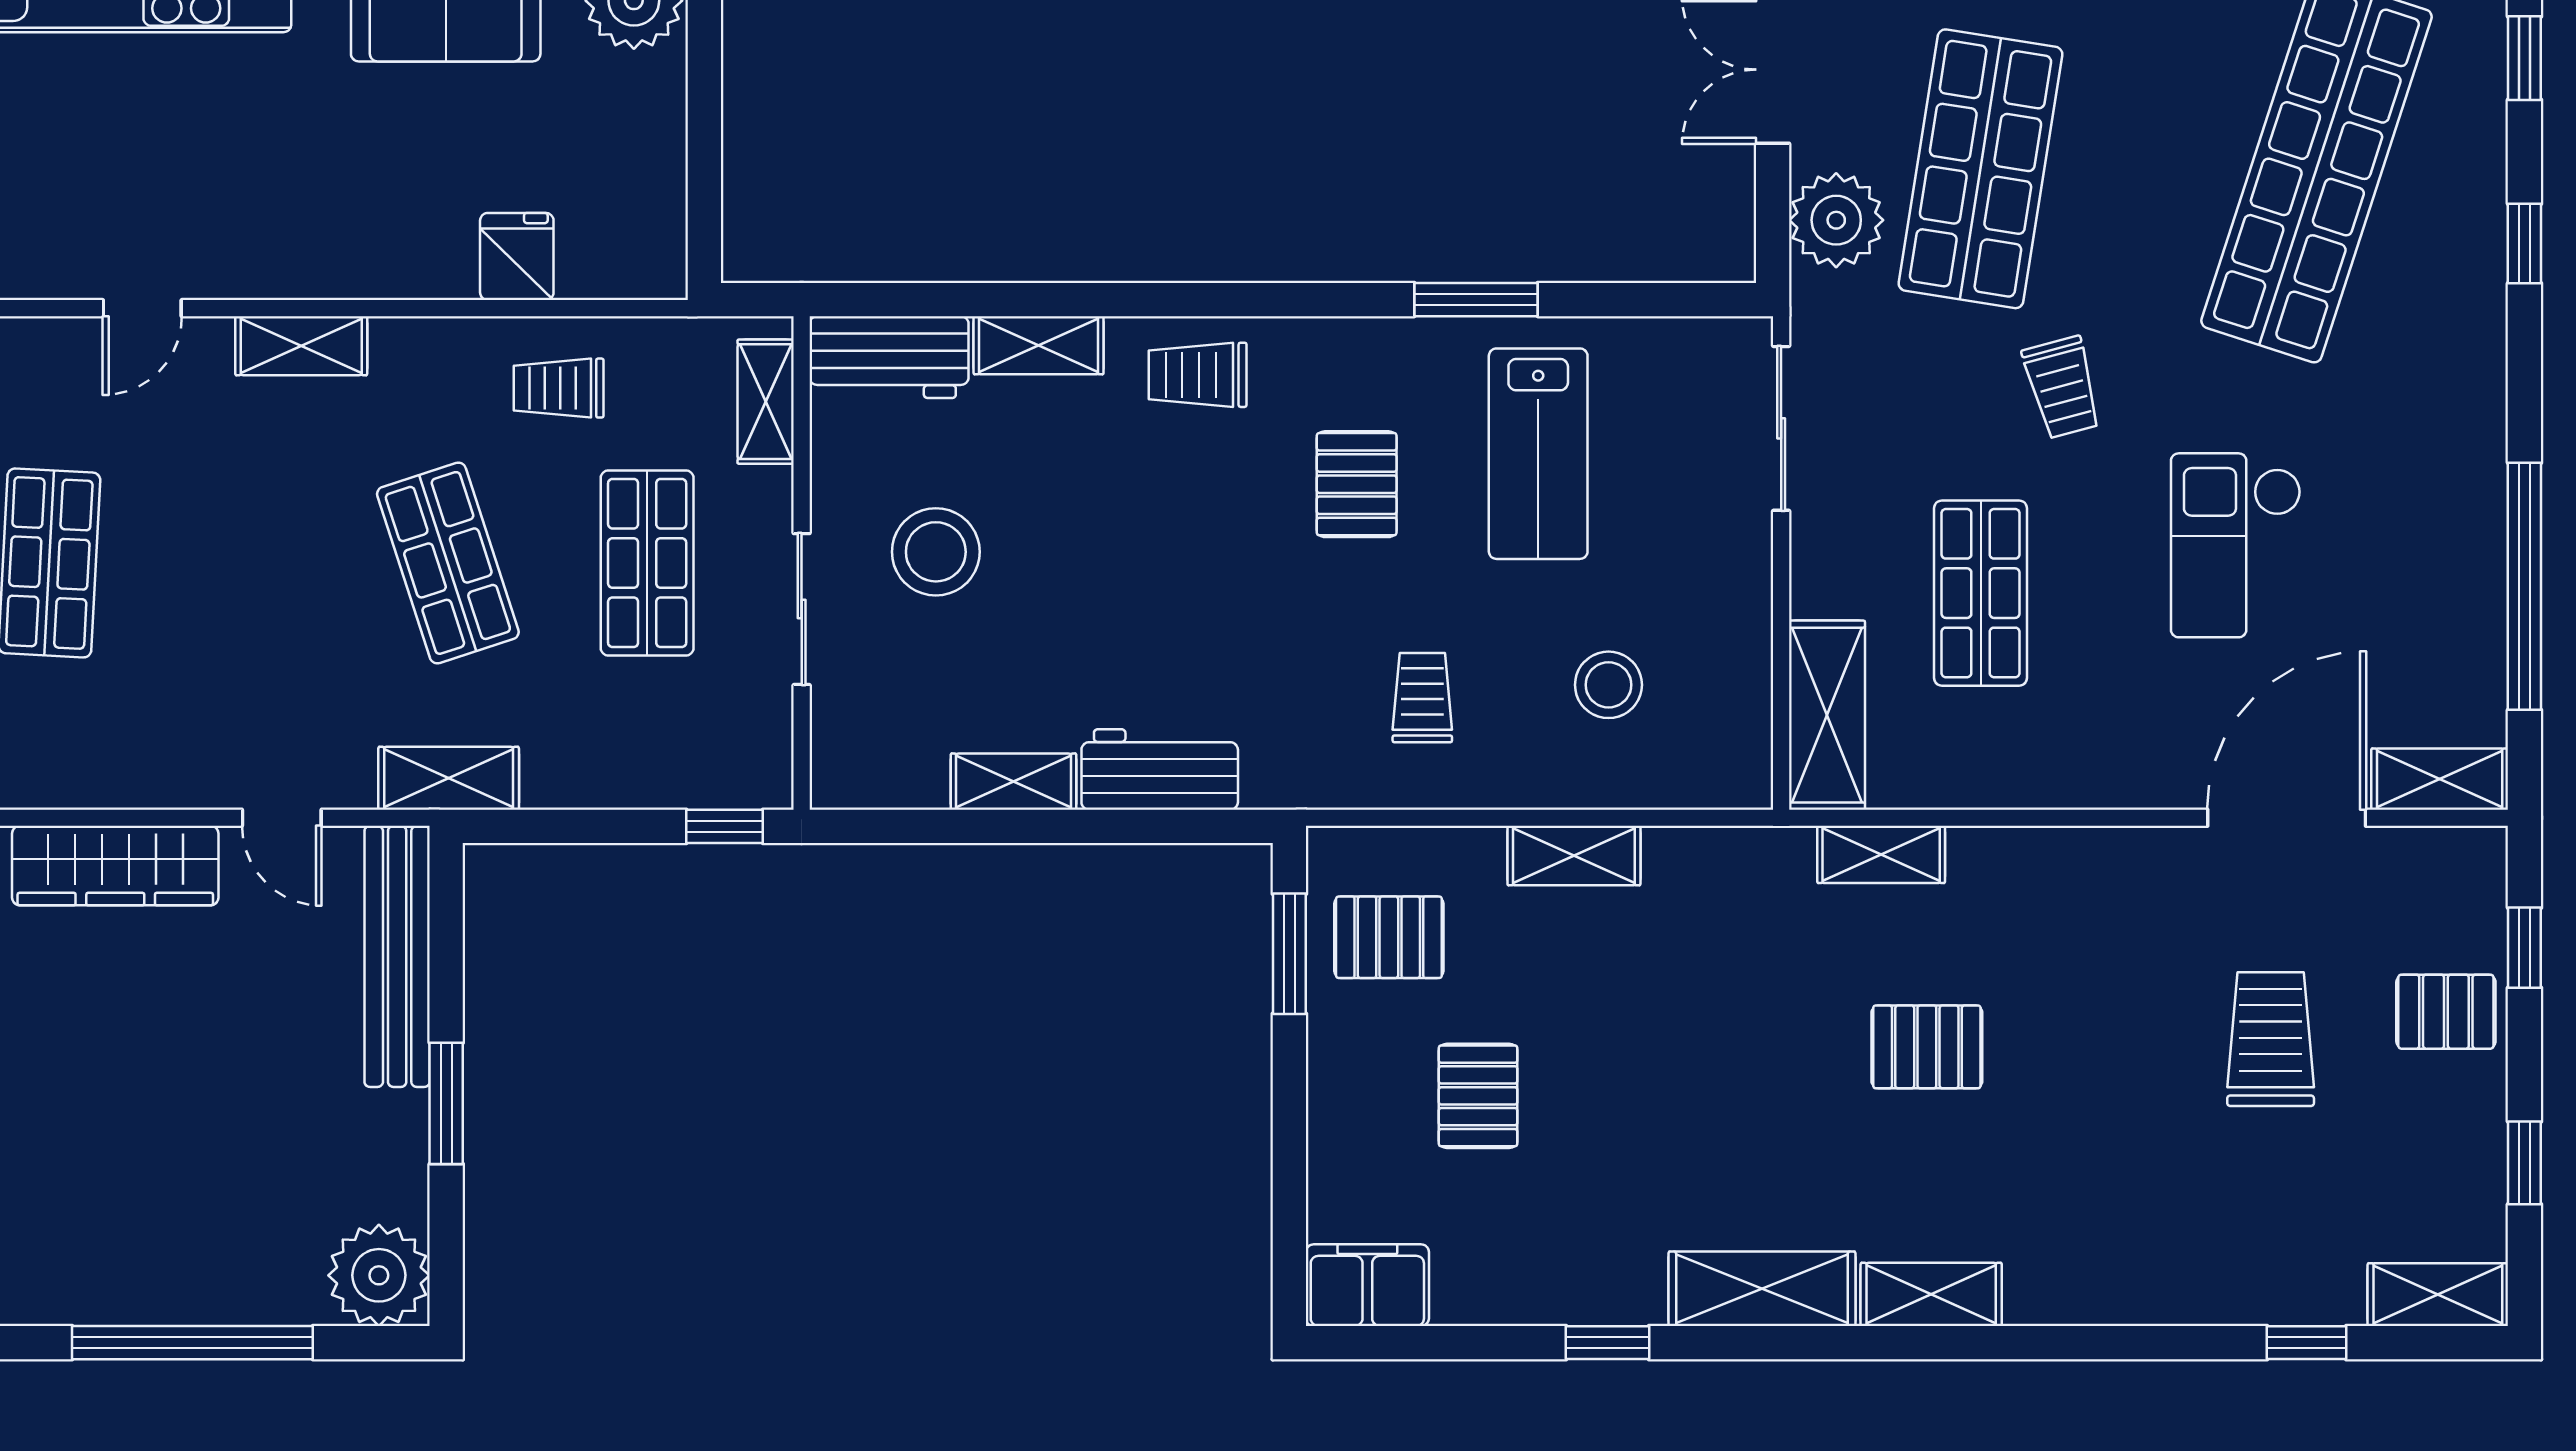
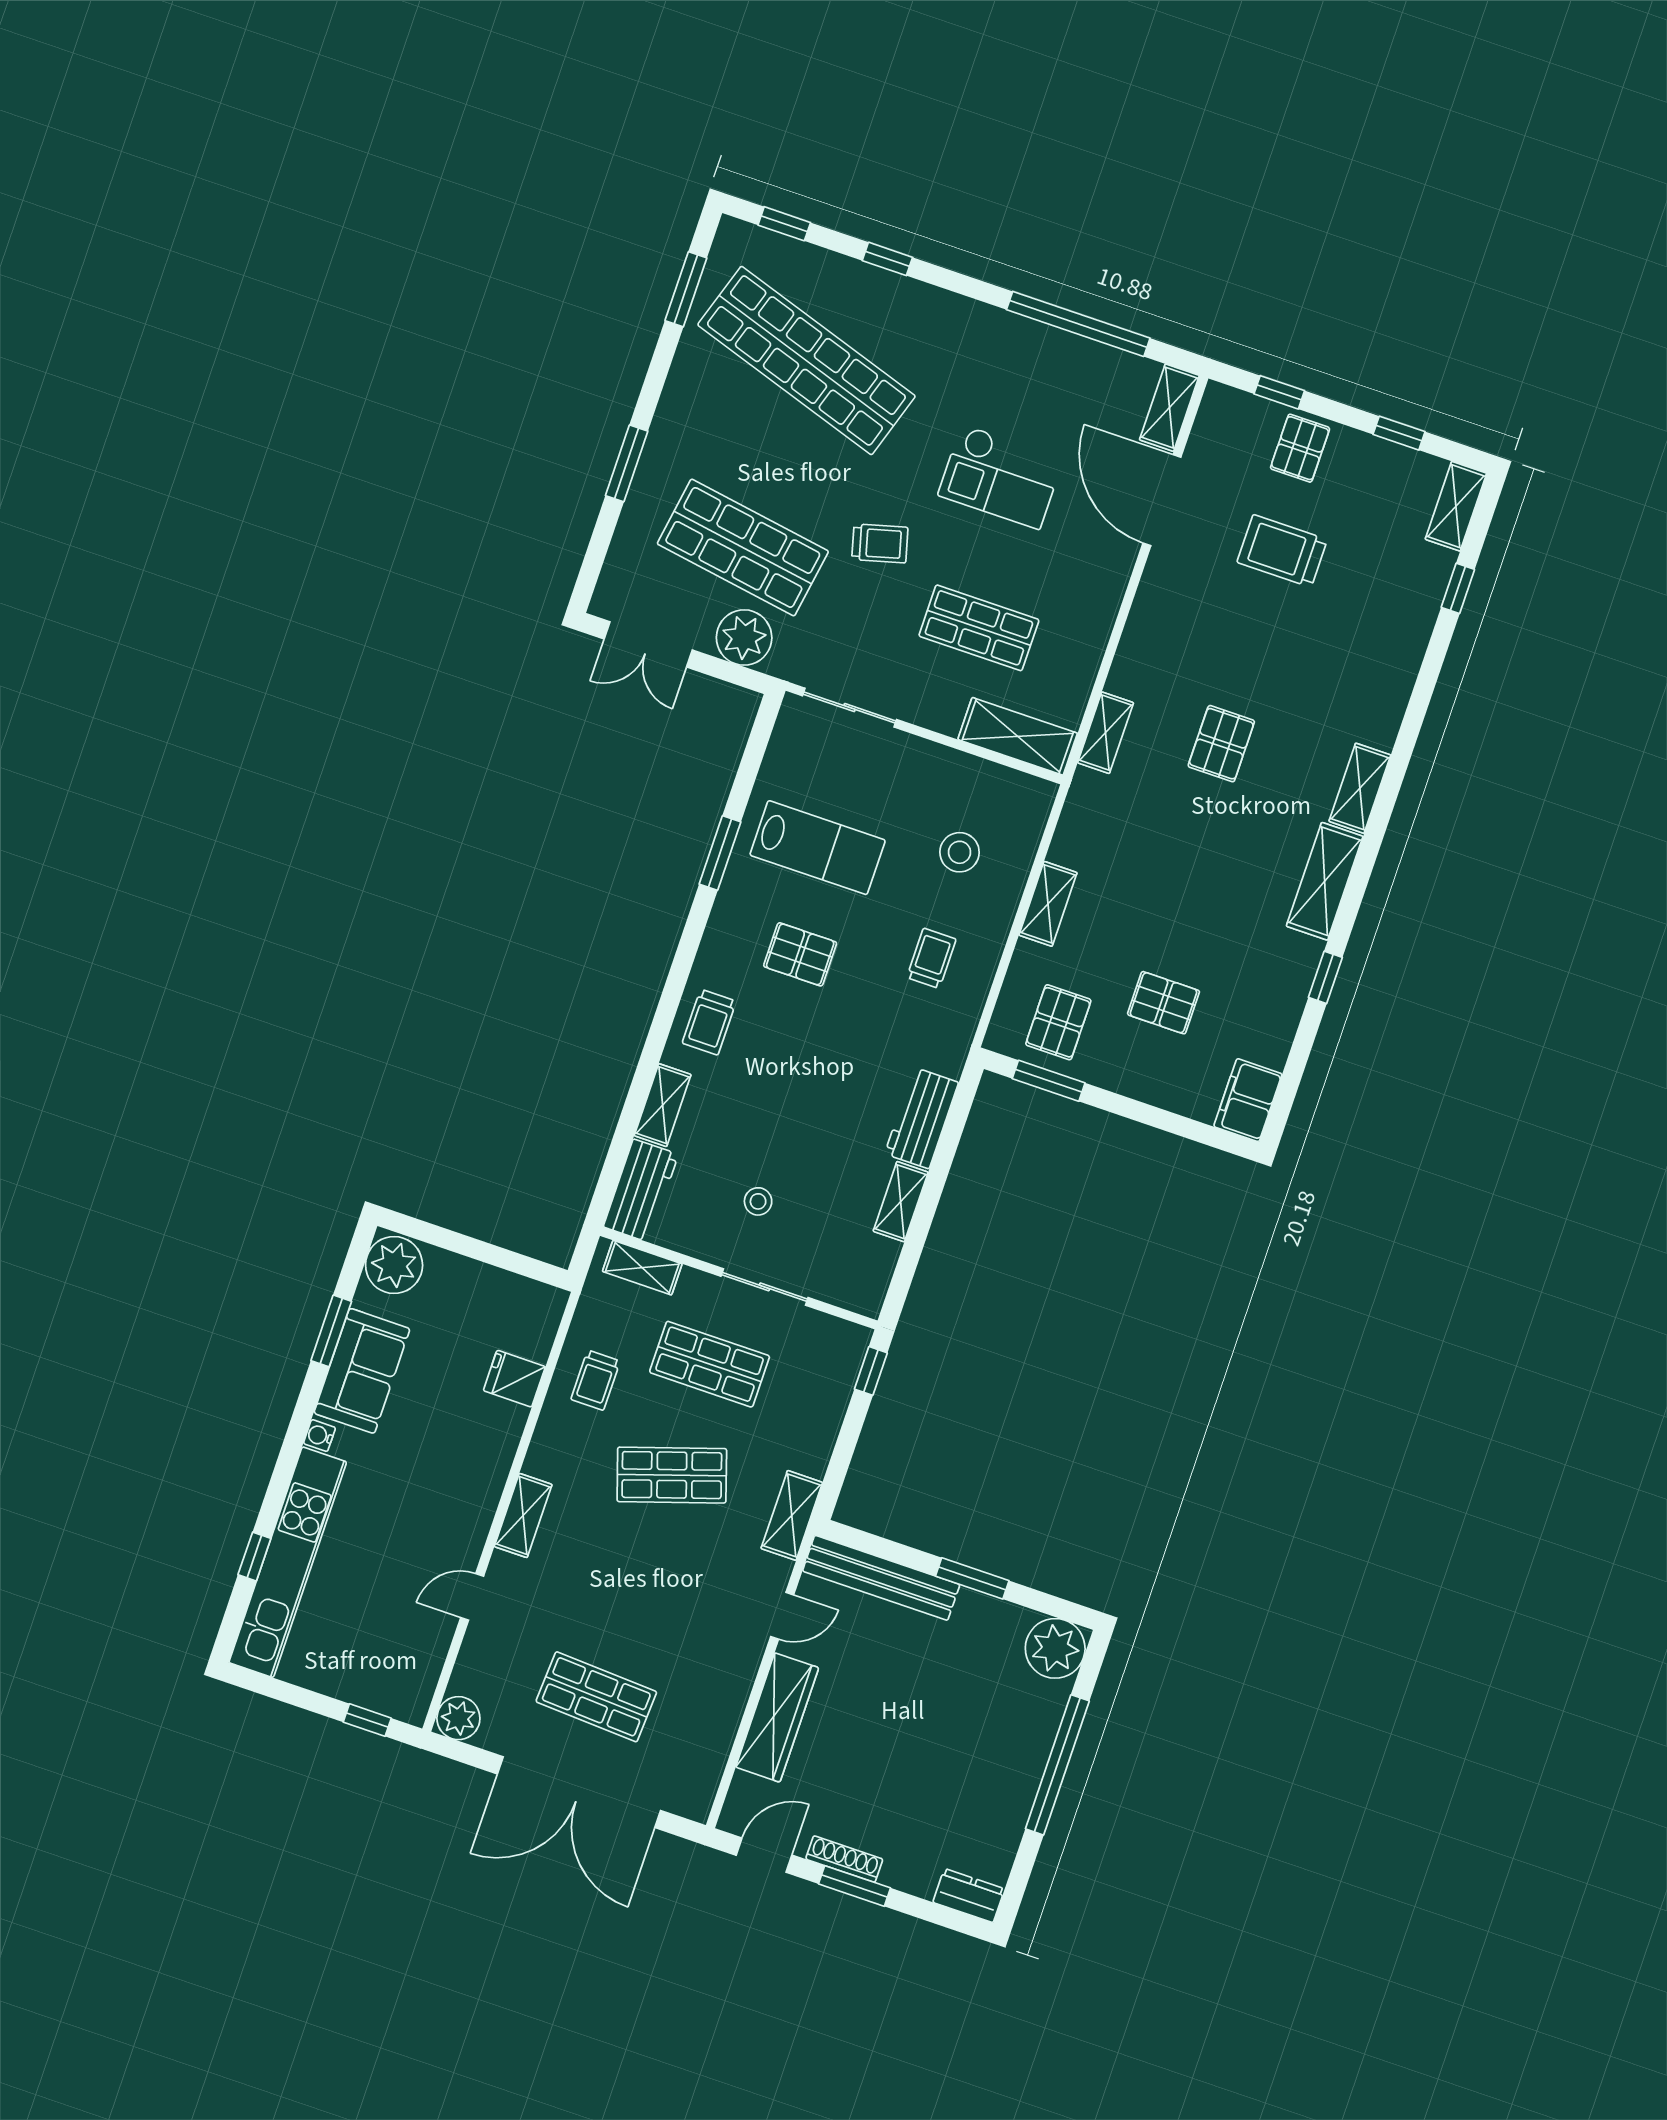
door: (142, 308) -> (472, 1597), swing flipped
stool: (936, 552) -> (758, 1201), width x0.53, depth x0.53
trolley: (1422, 698) -> (931, 958), turned 90

